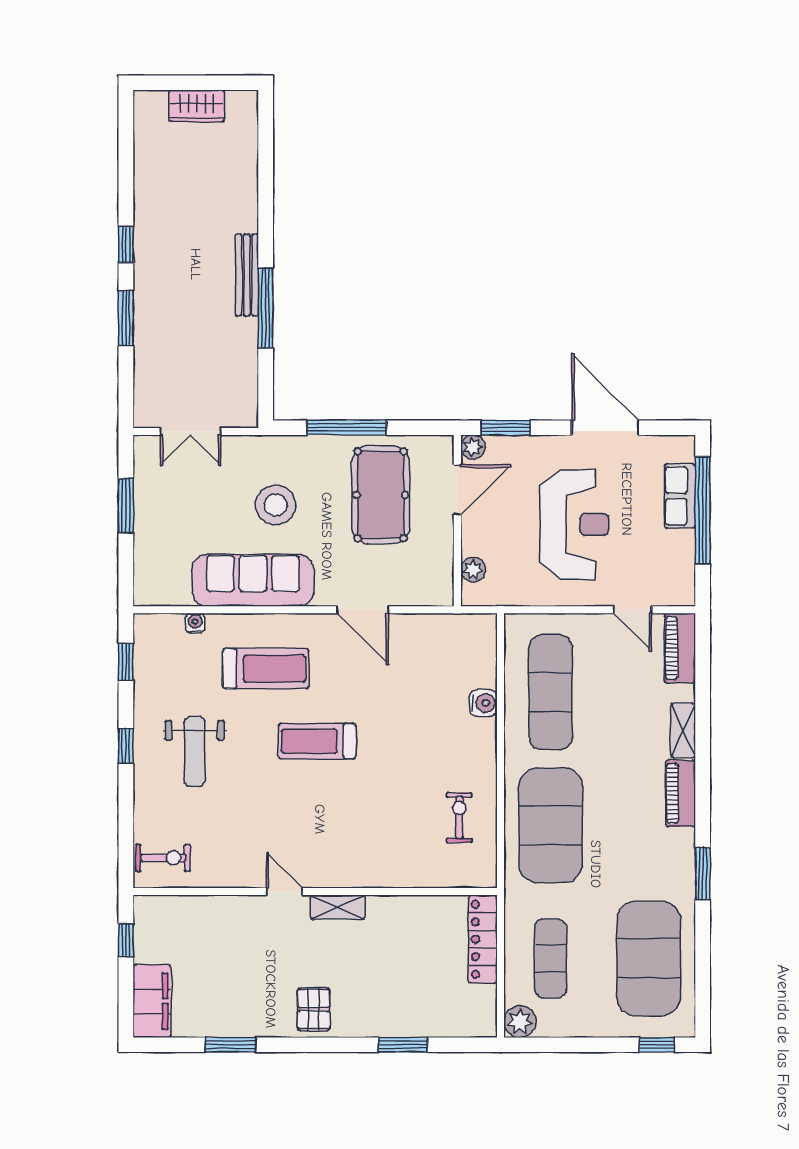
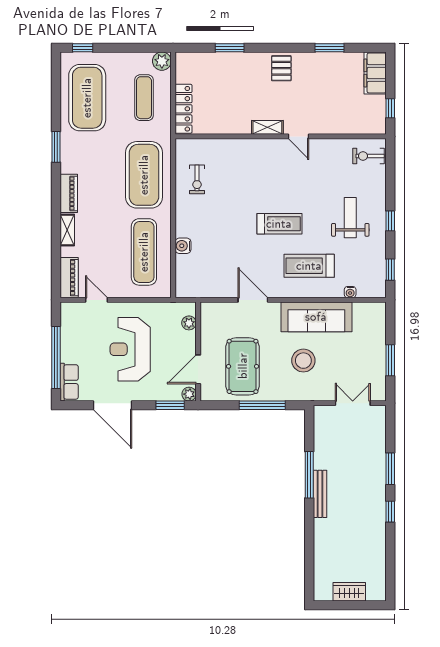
row of seats: (680, 496) -> (69, 382), moved

